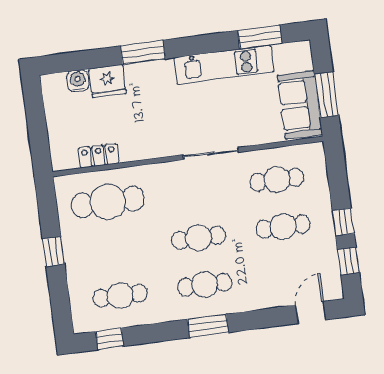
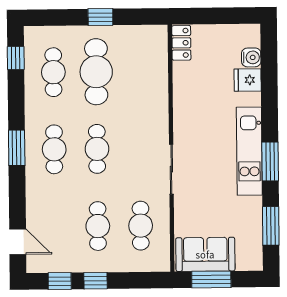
window: (143, 52) -> (270, 161), moved
kitchen unit: (224, 65) -> (249, 151), moved
fridge: (108, 81) -> (248, 80), width x0.72
locker: (99, 156) -> (181, 43), moved
cafe table: (108, 202) -> (96, 72), moved

